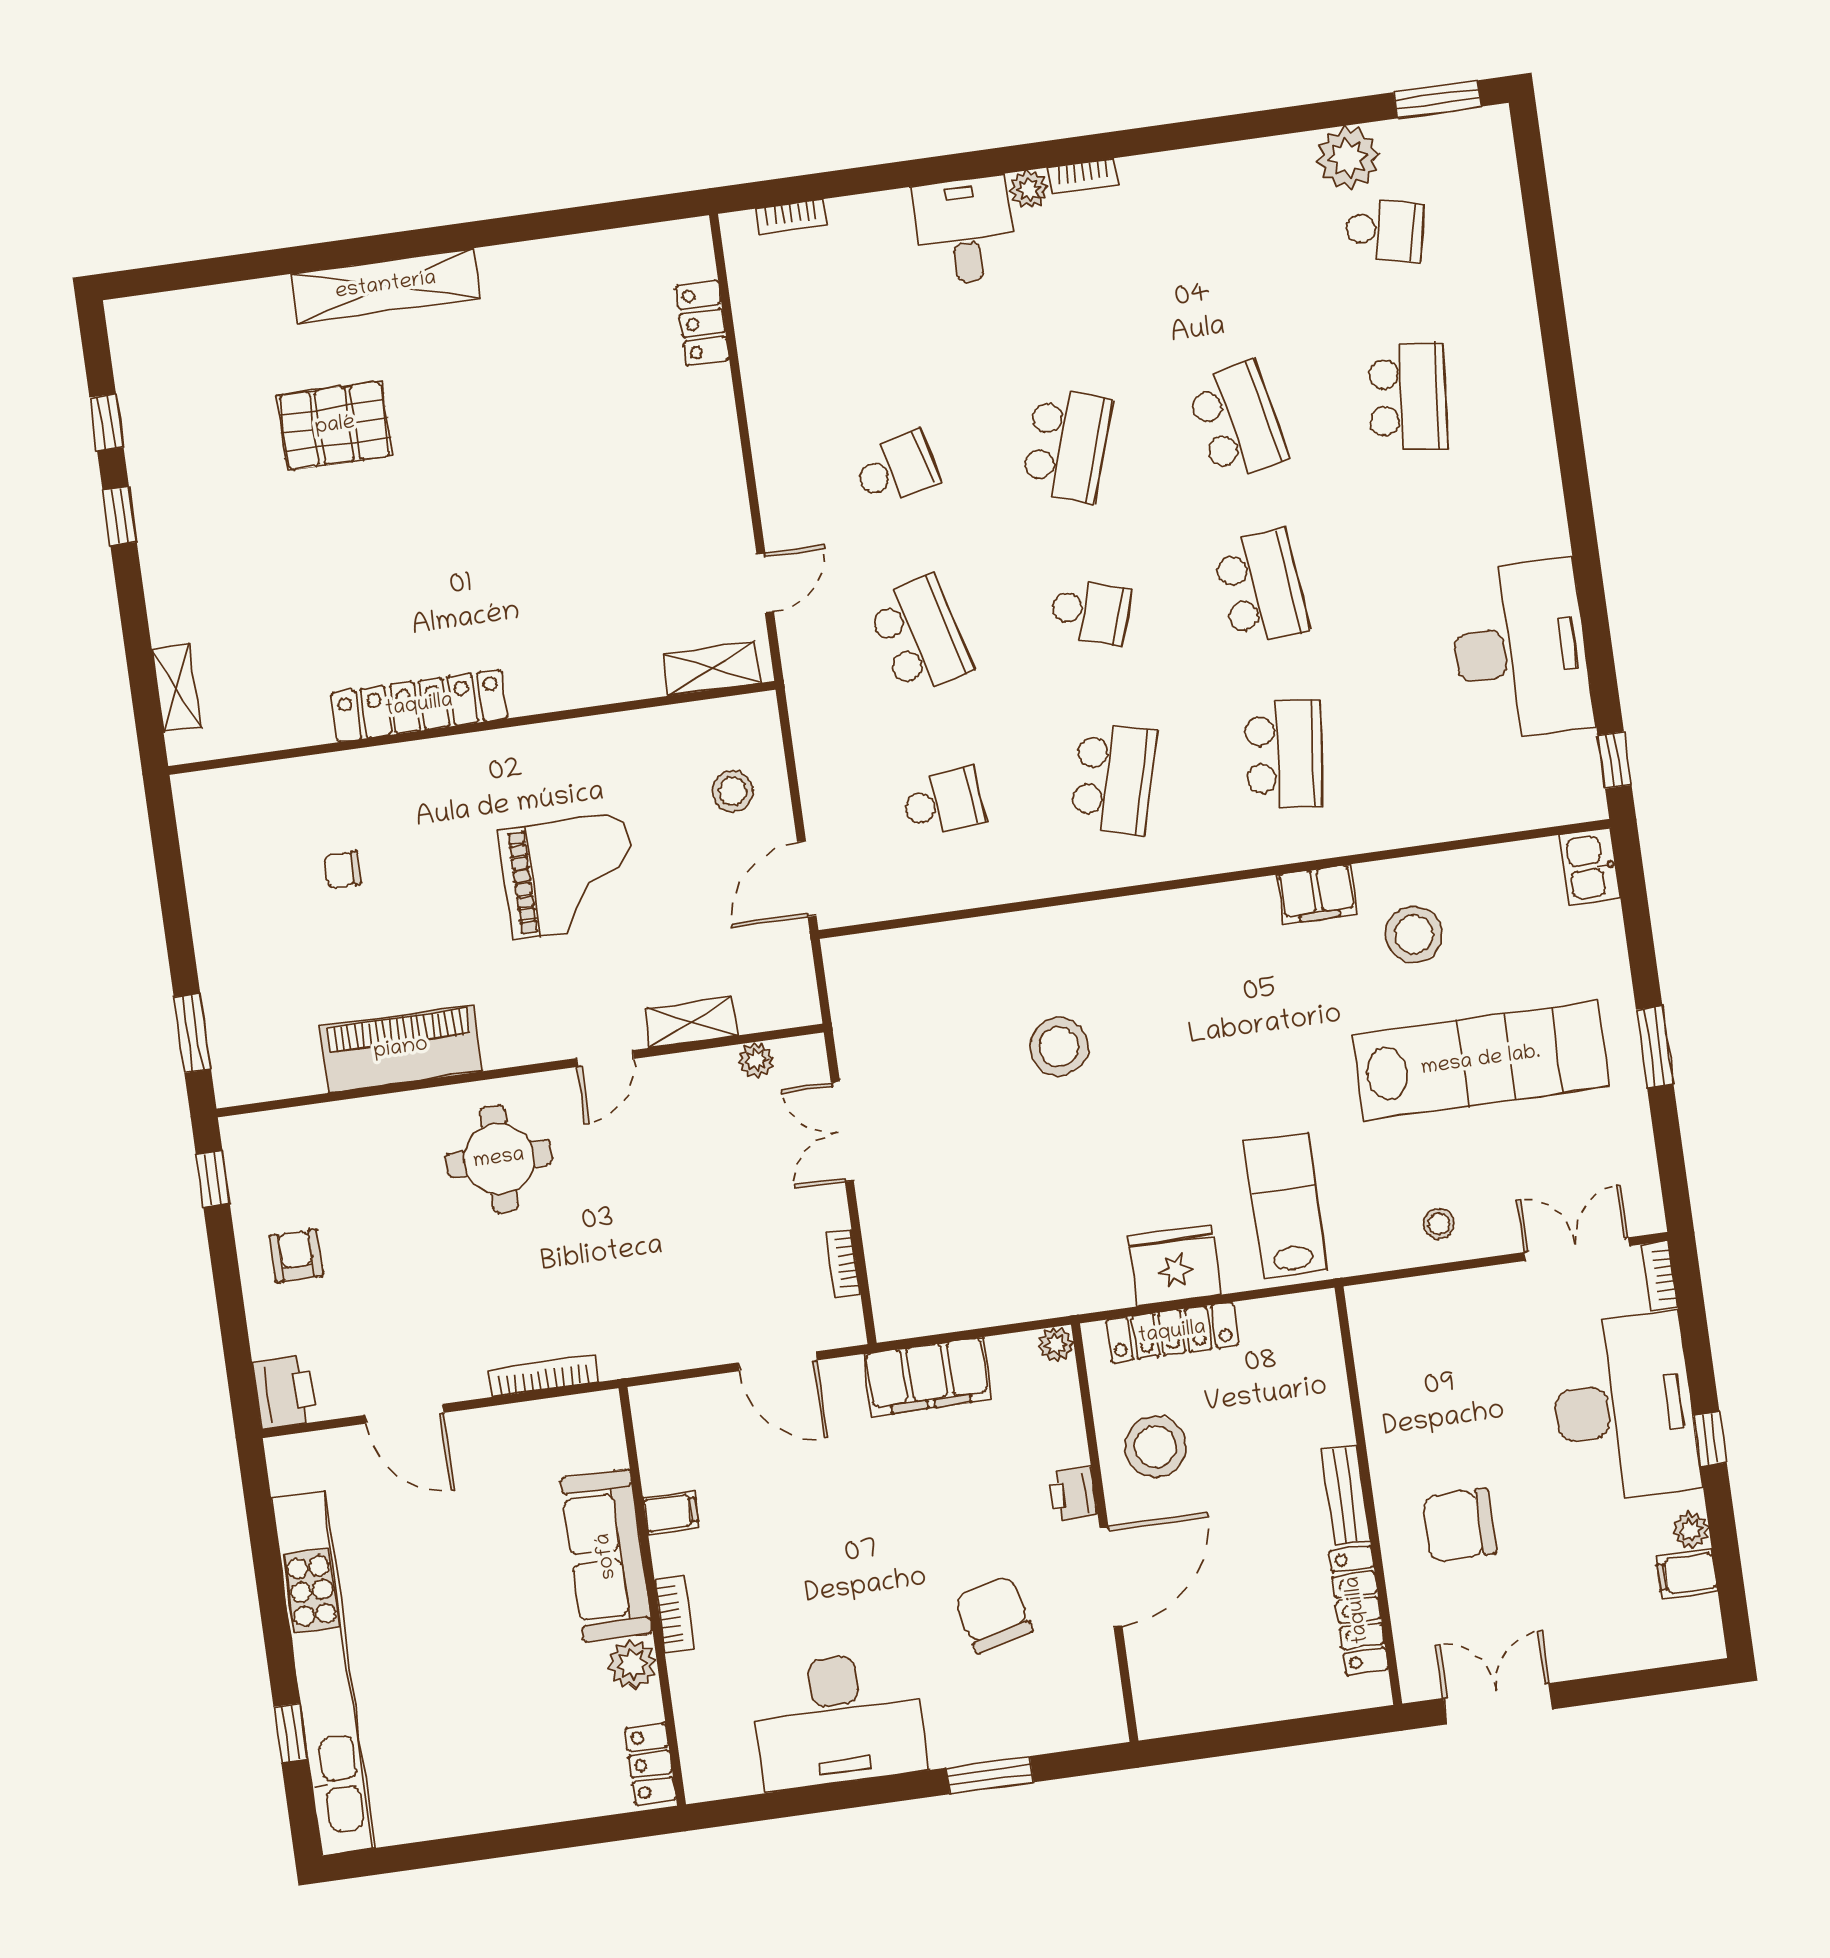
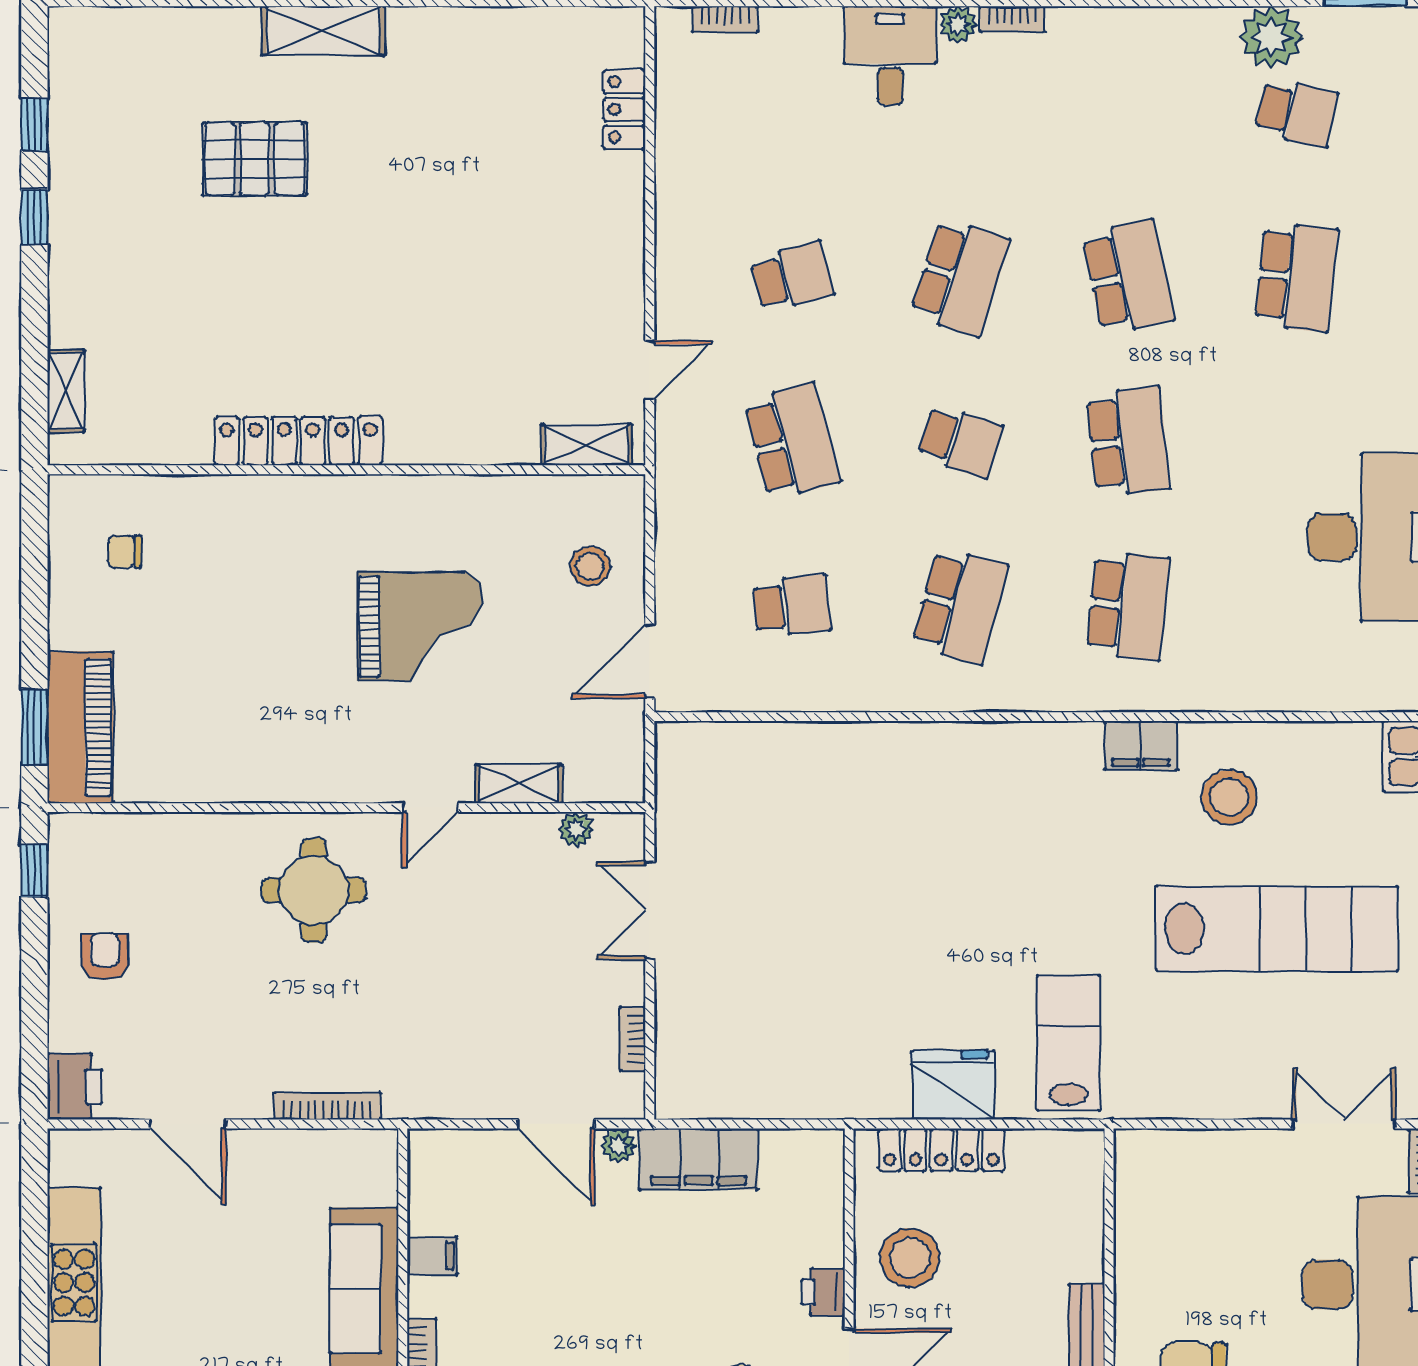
shelving: (386, 286) -> (323, 31), width x0.68
chair: (343, 870) -> (125, 552), moved
stool: (1059, 1047) -> (871, 858), removed
piano: (401, 1049) -> (80, 727), moved, turned 90
stool: (1439, 1224) -> (1214, 1081), removed
plant: (1056, 1345) -> (619, 1146), moved

